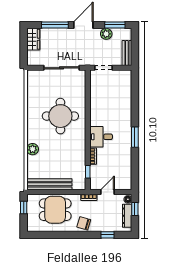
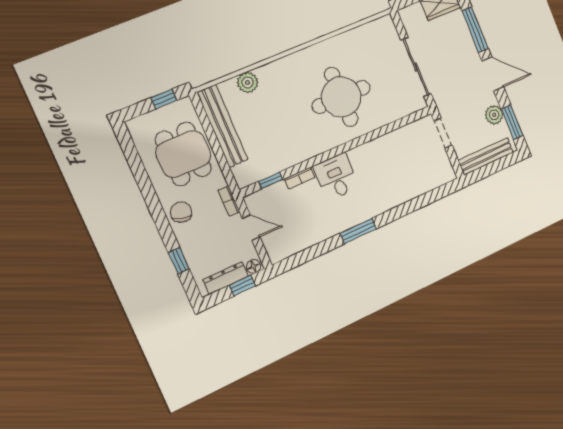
bench: (127, 53) -> (486, 156), width x1.36
plant: (33, 149) -> (248, 83), moved

